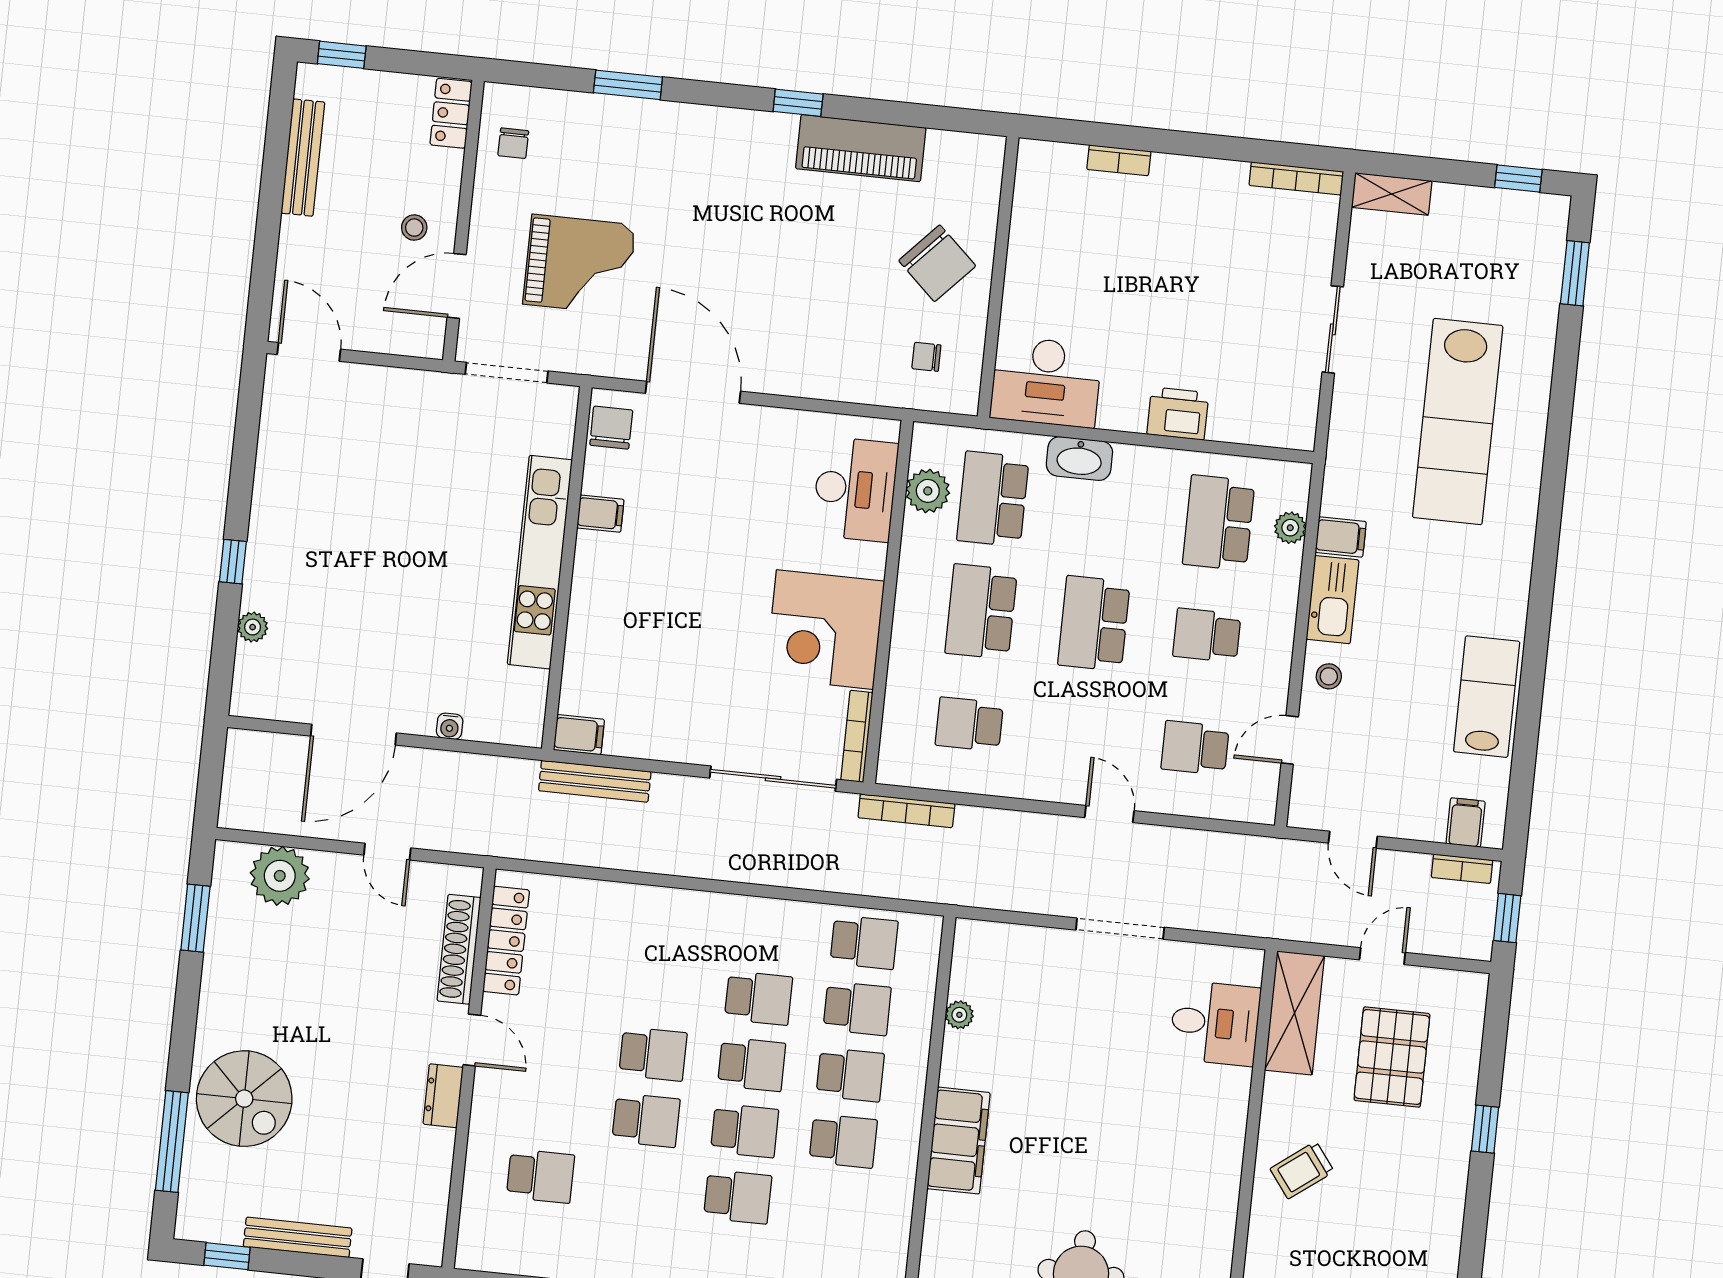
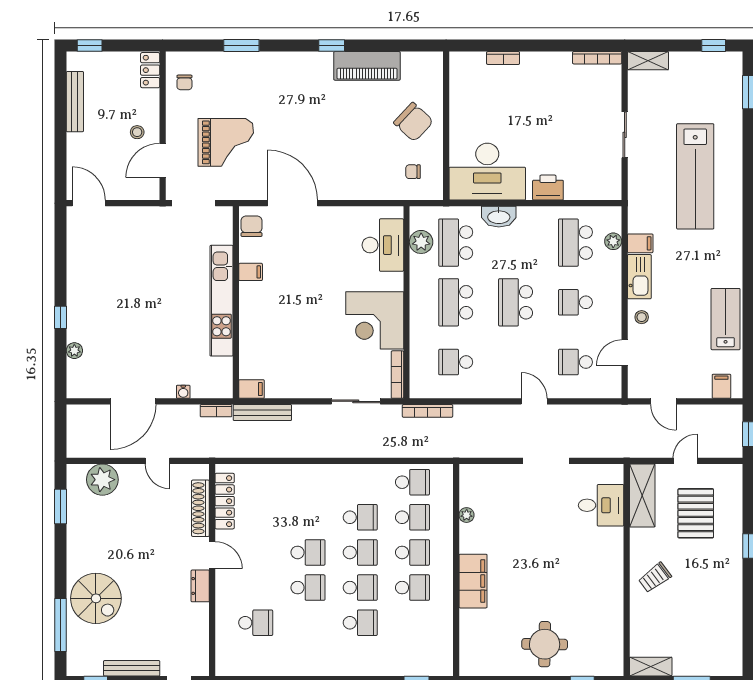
desk: (1046, 382) -> (487, 172), width x1.36, depth x1.30
sliding door: (773, 779) -> (356, 401), width x0.73
bookcase: (1462, 869) -> (216, 411), moved

